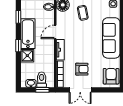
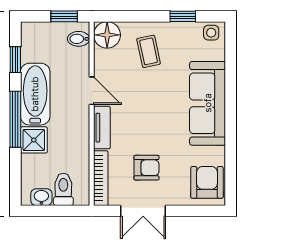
door: (55, 32) -> (92, 91), swing flipped
window: (18, 46) -> (15, 119), width x2.17
window: (42, 90) -> (65, 211), removed

